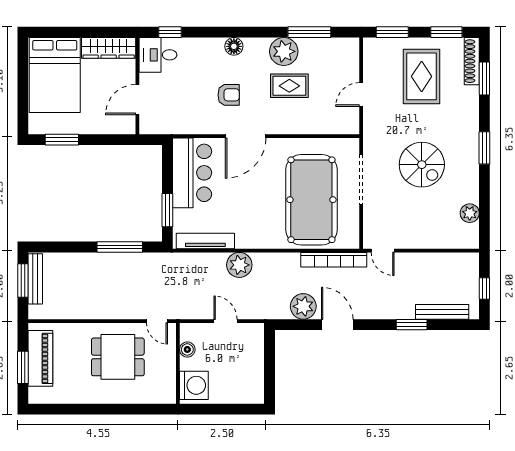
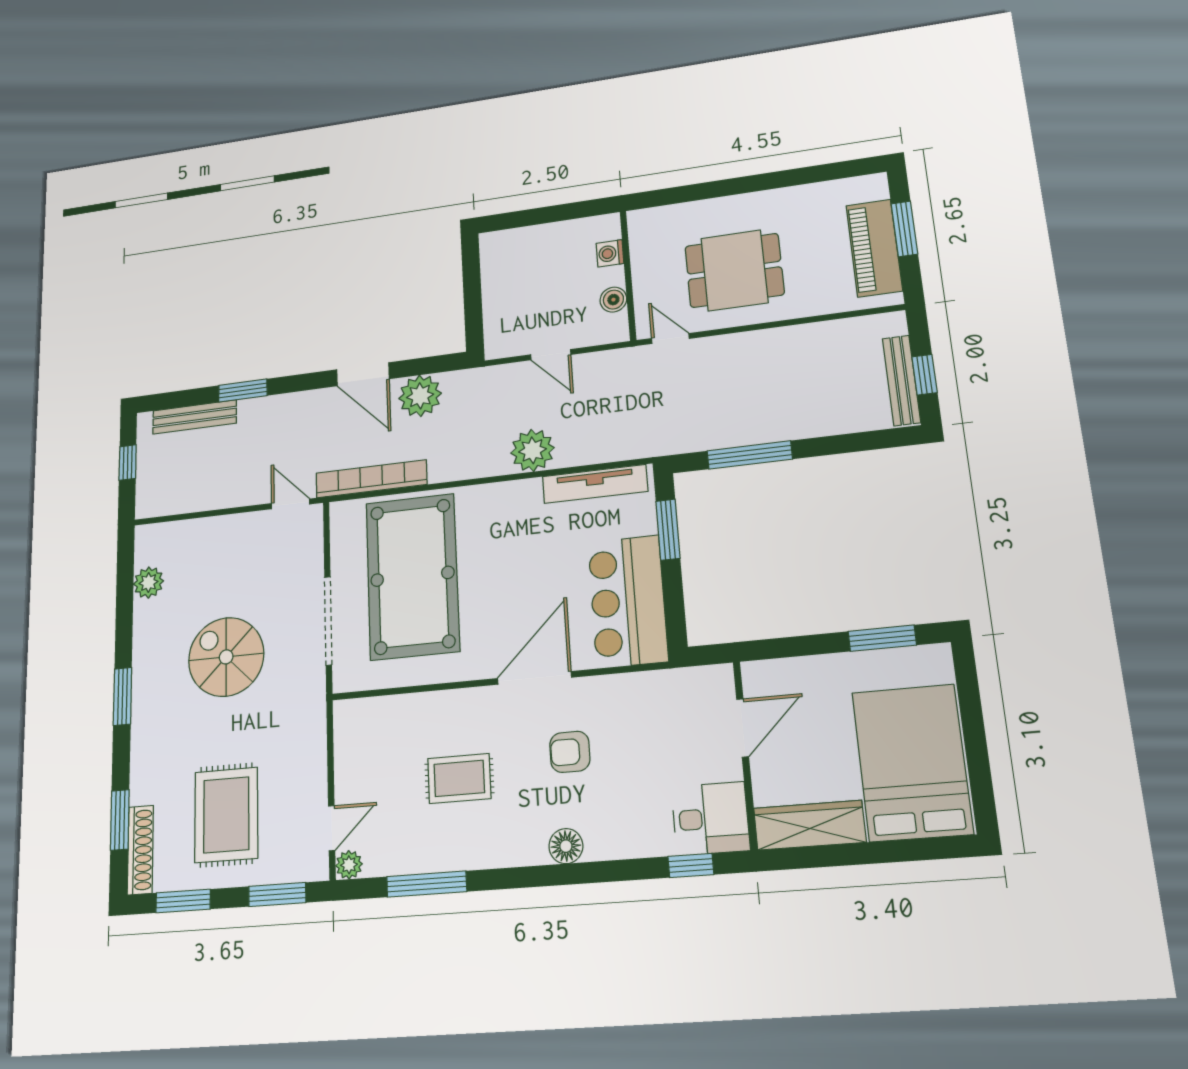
plant: (284, 51) -> (349, 865), moved, width x0.53, depth x0.53
door: (361, 95) -> (332, 828), moved
window: (23, 280) -> (925, 375), width x0.67
washing machine: (194, 385) -> (610, 253), width x0.53, depth x0.53

